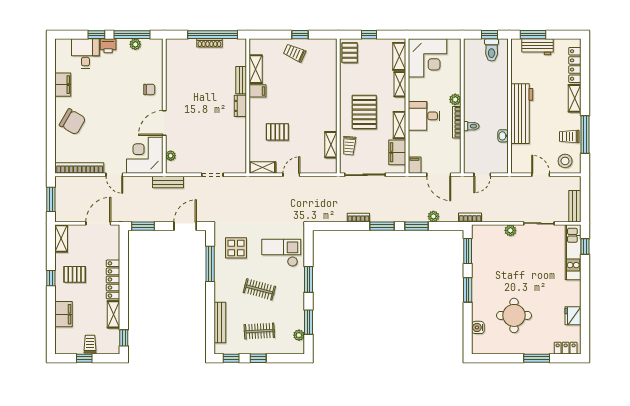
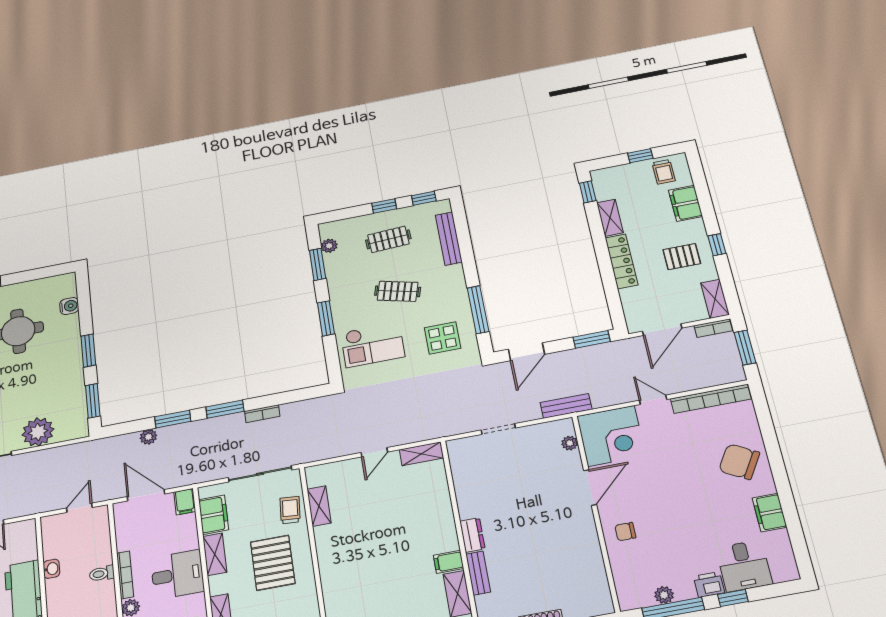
pallet: (277, 132) -> (406, 508), removed
bookcase: (470, 217) -> (713, 328), moved
plant: (510, 230) -> (38, 432), width x1.88, depth x1.88
trolley: (90, 344) -> (664, 172), moved

